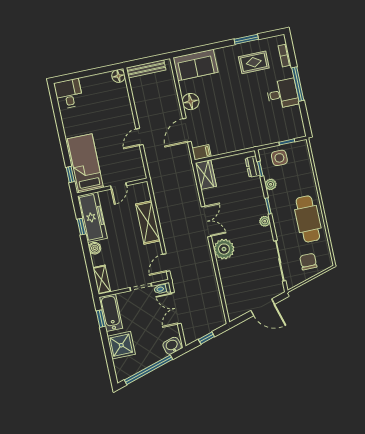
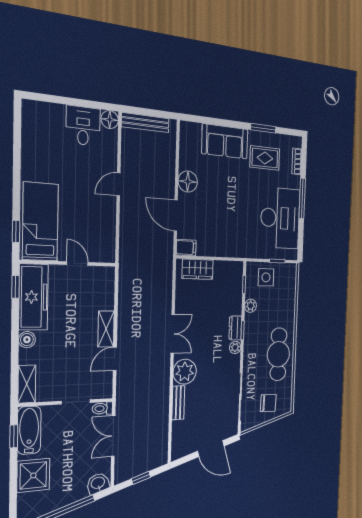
sofa: (196, 65) -> (225, 141), moved
desk: (69, 94) -> (83, 126), moved
desk: (282, 94) -> (280, 218), width x1.87, depth x1.30
door: (187, 130) -> (176, 216), hinge flipped
door: (140, 137) -> (119, 184), moved
dresser: (253, 167) -> (235, 328), moved
wardrobe: (206, 175) -> (198, 269), moved, turned 90
door: (119, 186) -> (77, 264), swing flipped
shelving: (148, 222) -> (106, 329), width x0.67, depth x0.75
window: (81, 227) -> (15, 287), moved
chair: (308, 262) -> (268, 403), turned 92
door: (166, 263) -> (115, 359), moved
bench: (224, 275) -> (178, 403), added

